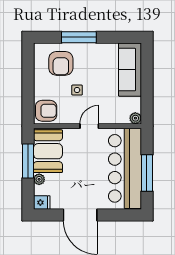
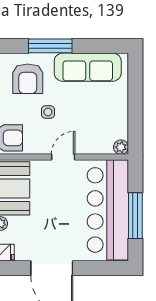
sofa: (130, 70) -> (88, 67), moved, turned -90

